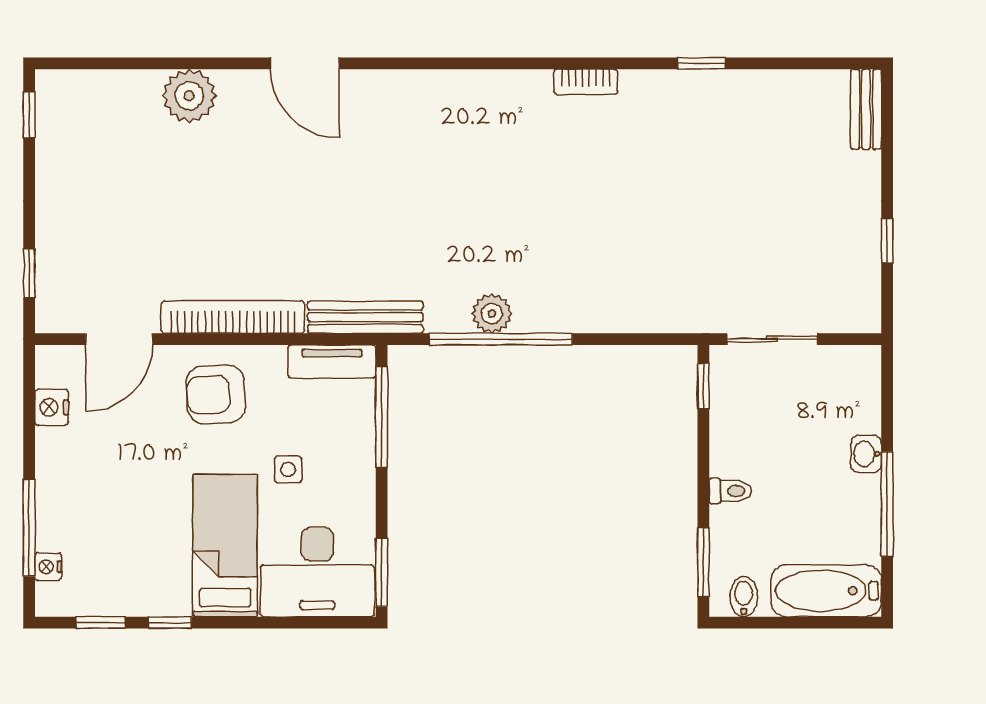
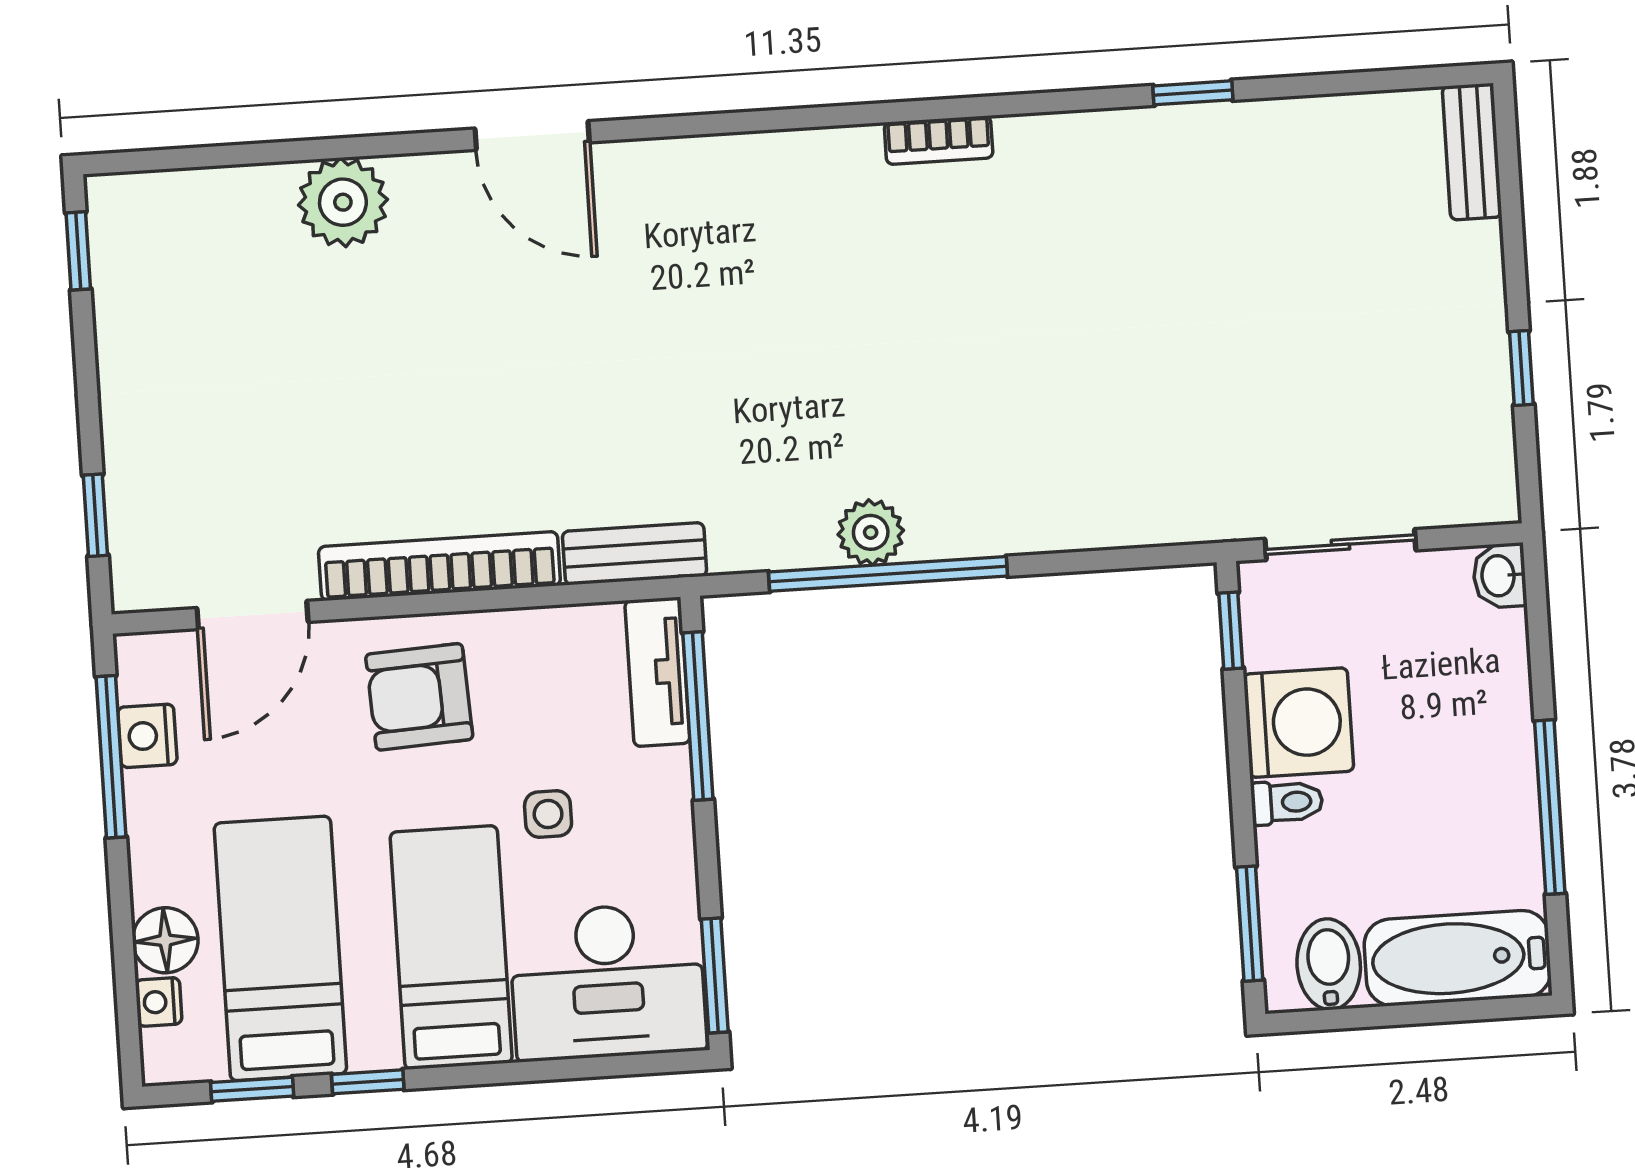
bookcase: (586, 82) -> (939, 140), moved
bench: (365, 317) -> (635, 554), width x0.73
tv unit: (332, 362) -> (657, 672), moved, turned 90
washing machine: (740, 444) -> (1298, 723), added
washbasin: (866, 454) -> (1500, 576), moved
window: (29, 528) -> (111, 757), moved
floor lamp: (54, 530) -> (165, 940), added
bed: (123, 539) -> (280, 948), added
bidet: (744, 597) -> (1329, 964), width x1.38, depth x1.36

